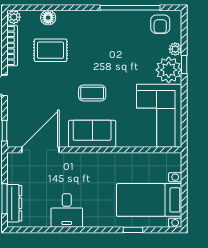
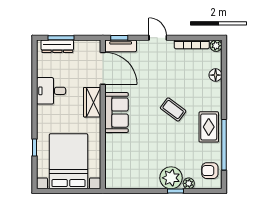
rug: (51, 50) -> (209, 127), moved
coffee table: (92, 93) -> (173, 110), moved, turned -53
corner sofa: (159, 116) -> (132, 170), removed
tv unit: (14, 129) -> (121, 46), added
wardrobe: (80, 162) -> (92, 102), added
bed with nightstands: (149, 200) -> (69, 161), width x1.36

